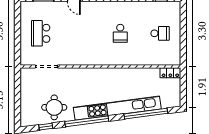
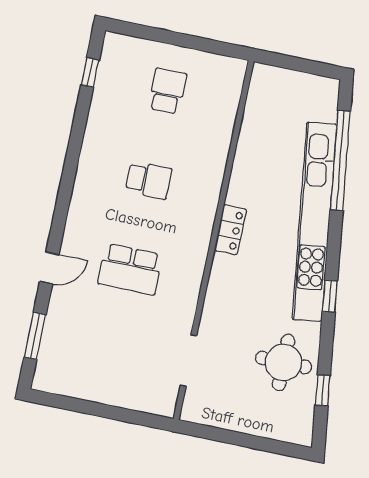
school desk: (41, 33) -> (130, 269), moved
locker: (170, 73) -> (230, 230), moved
window: (87, 121) -> (330, 296), width x0.32

